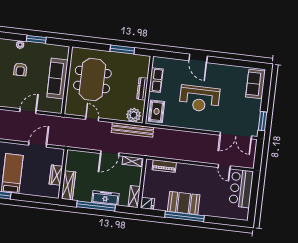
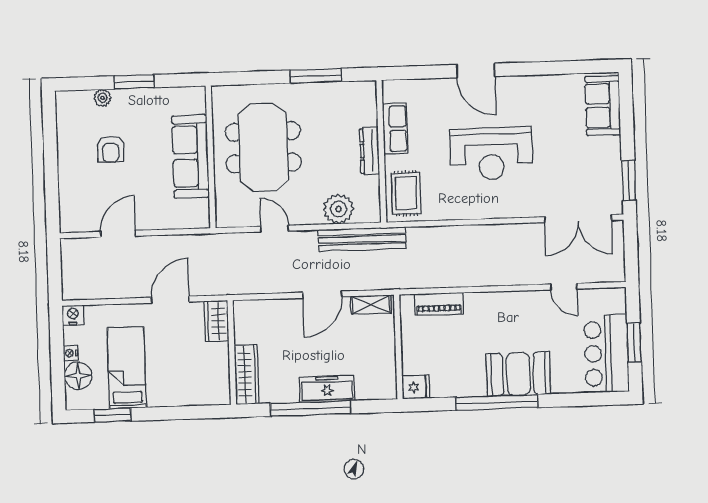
door: (28, 111) -> (118, 234), moved
plant: (134, 115) -> (338, 209), moved
wardrobe: (56, 175) -> (216, 321), moved
bar counter: (241, 188) -> (606, 353), moved
shelving: (134, 197) -> (387, 377), removed
window: (253, 198) -> (634, 342), added
booth: (184, 203) -> (518, 374), moved

